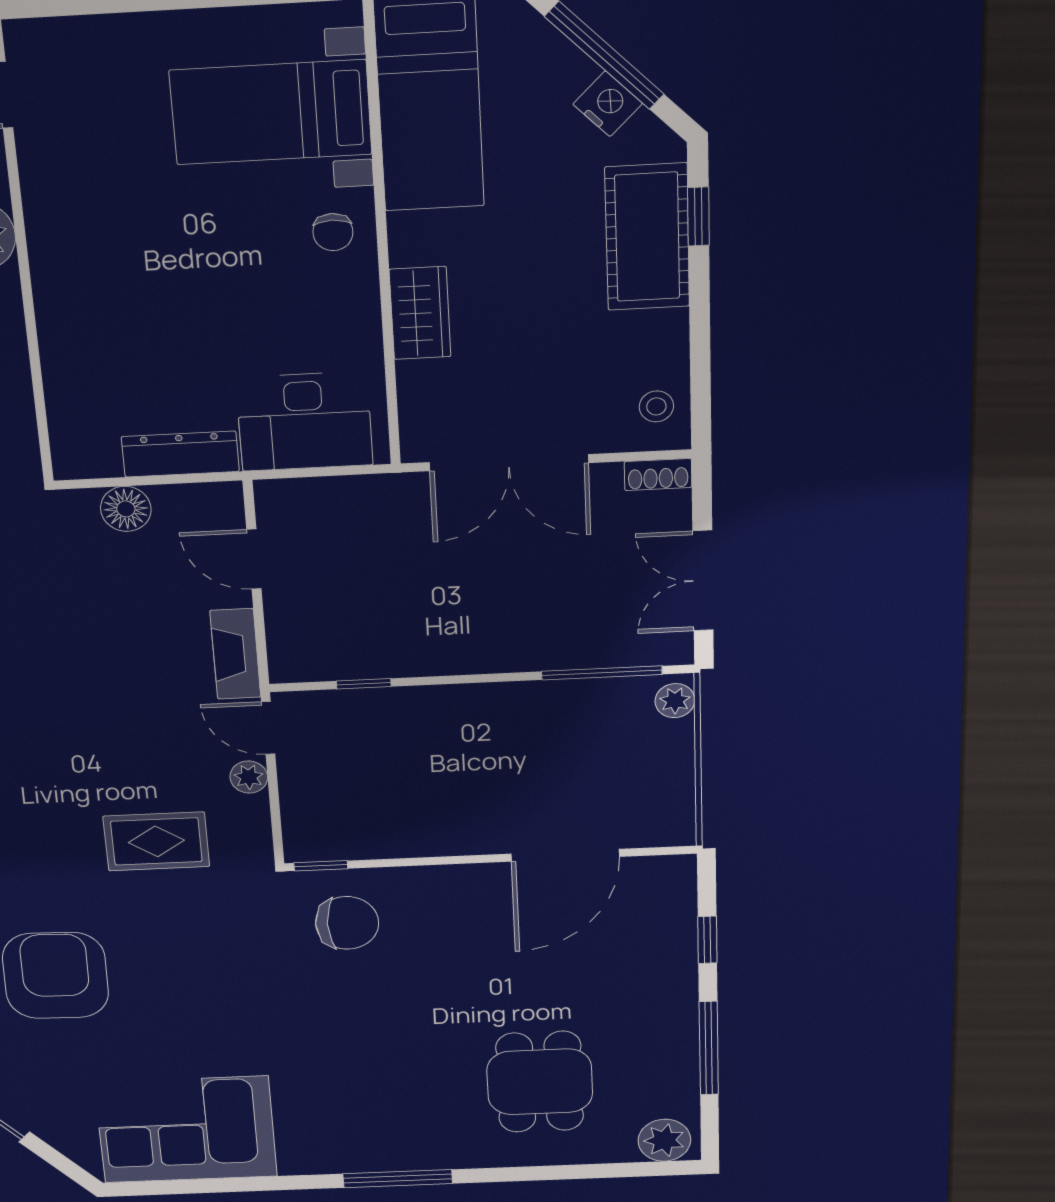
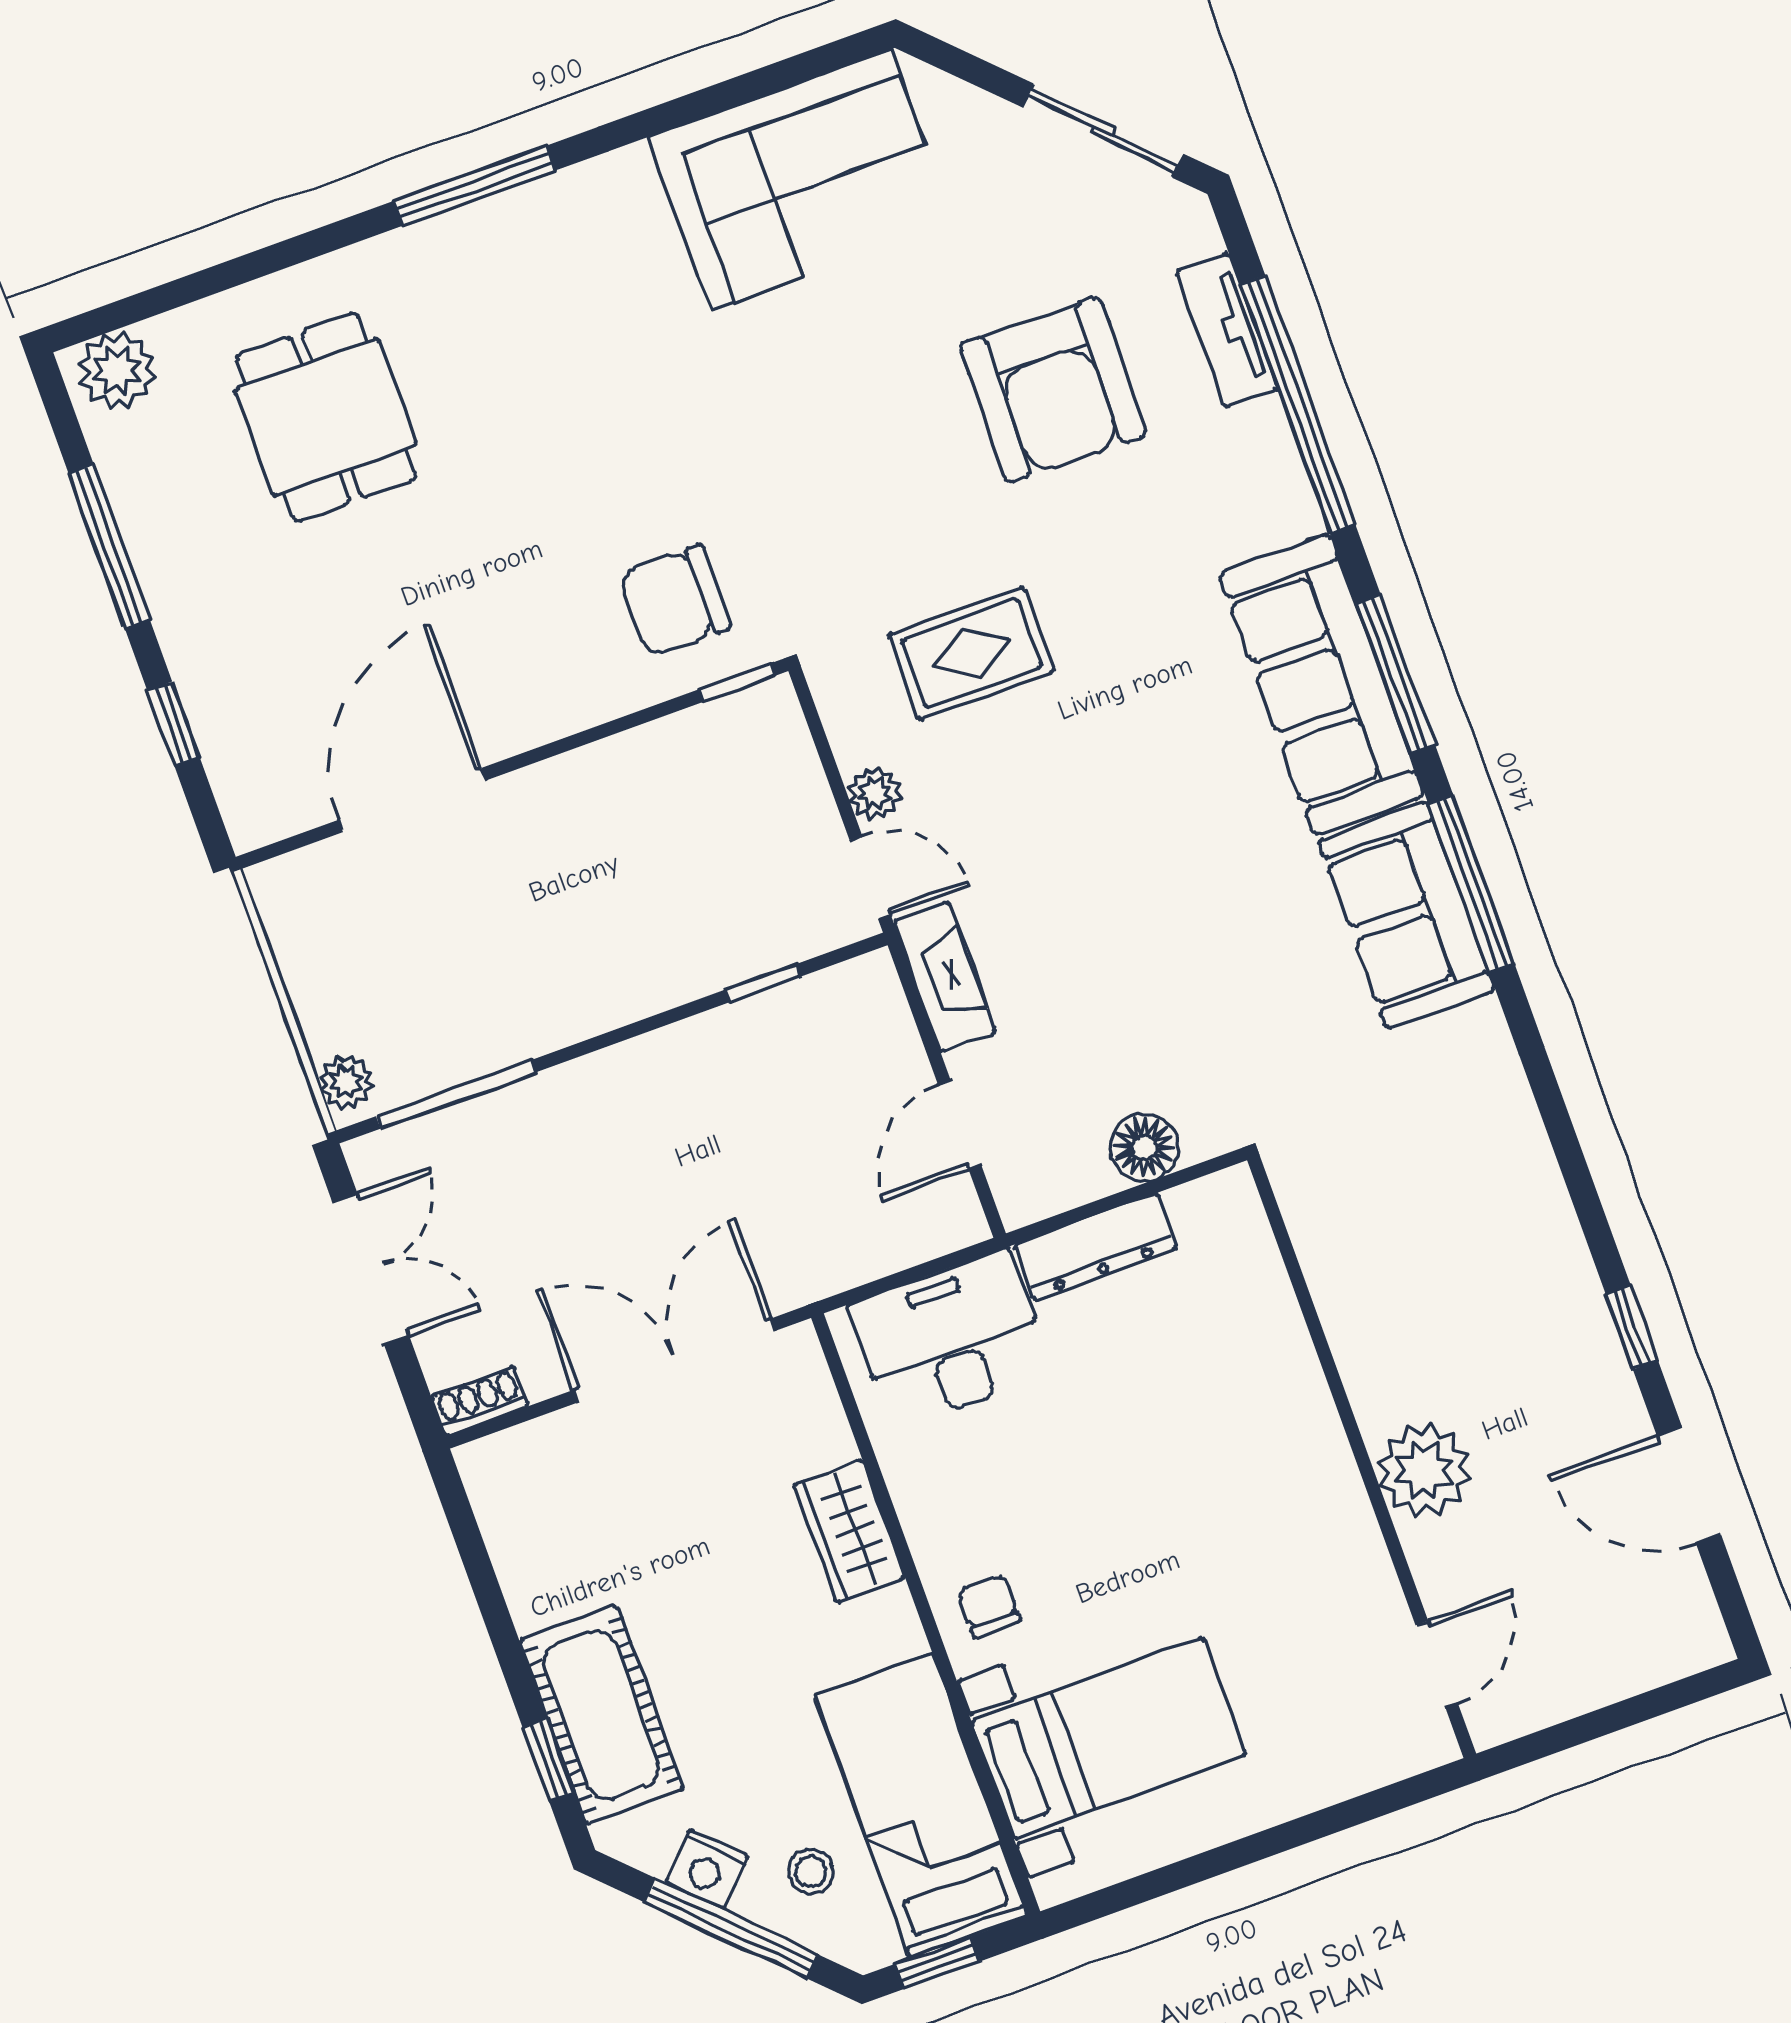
stool: (656, 406) -> (811, 1871), moved
door: (254, 559) -> (960, 1124), swing flipped

